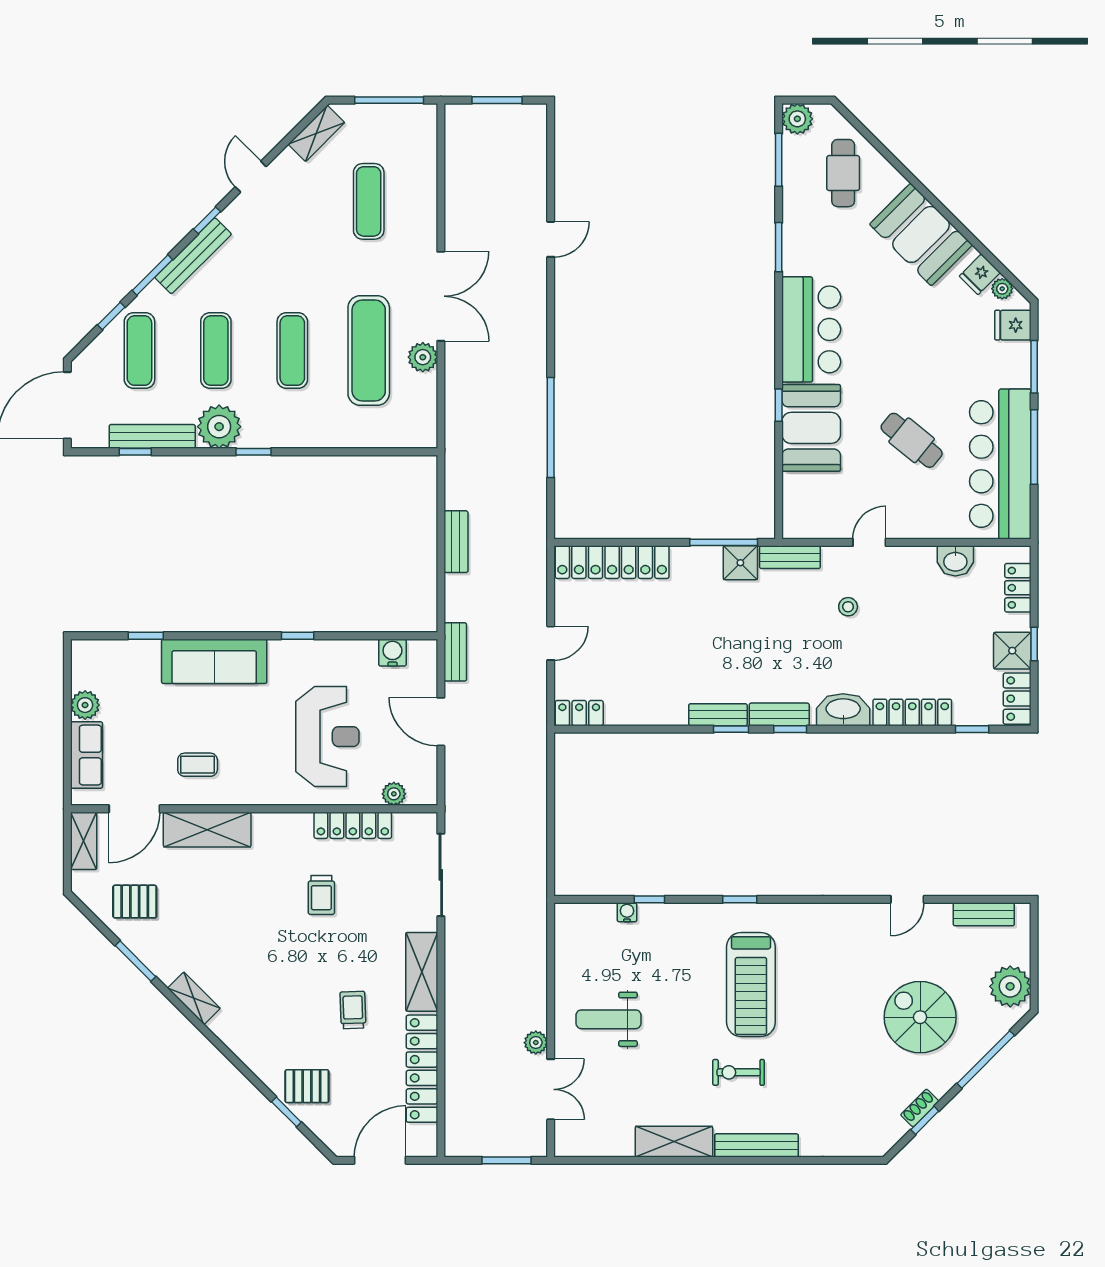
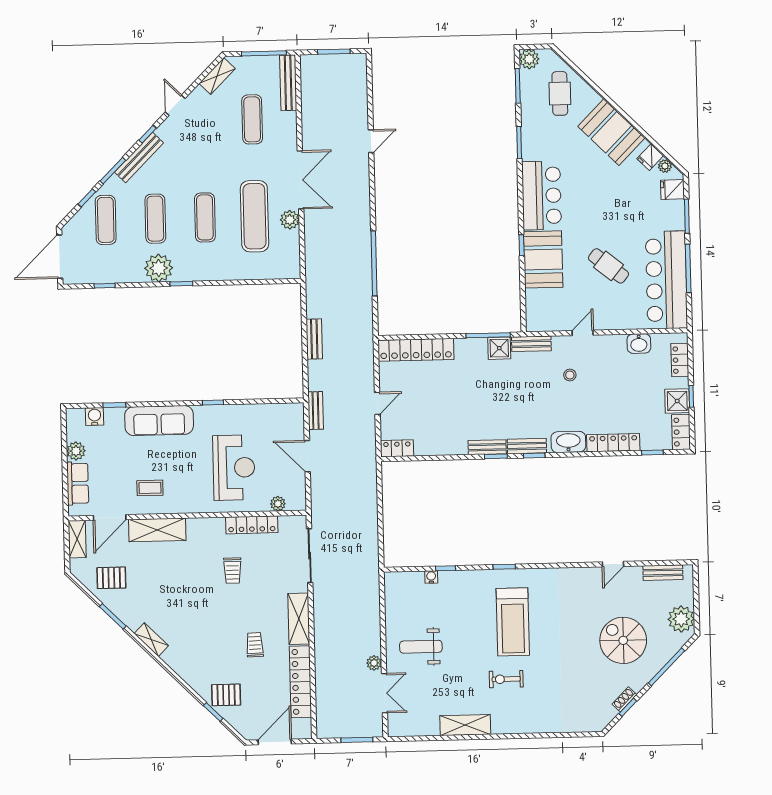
bench: (152, 436) -> (288, 83), moved, turned 90
water cooler: (392, 653) -> (95, 416), moved
bench: (756, 1145) -> (519, 726), removed

